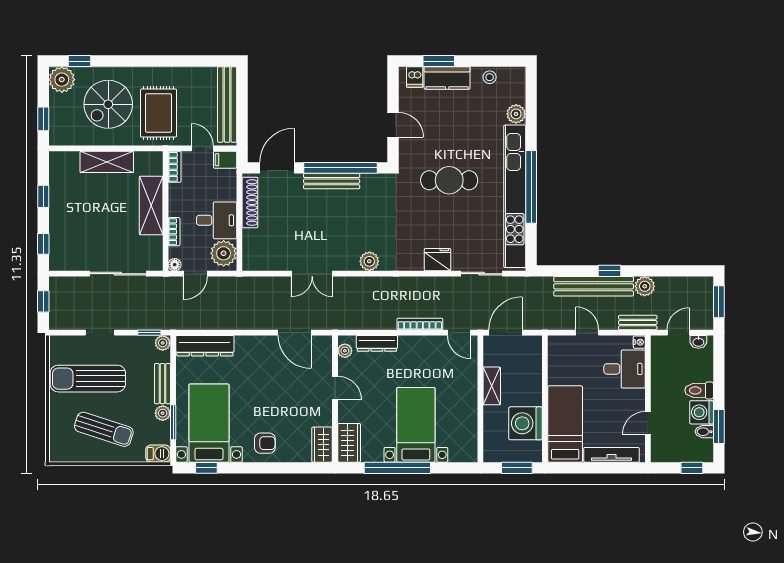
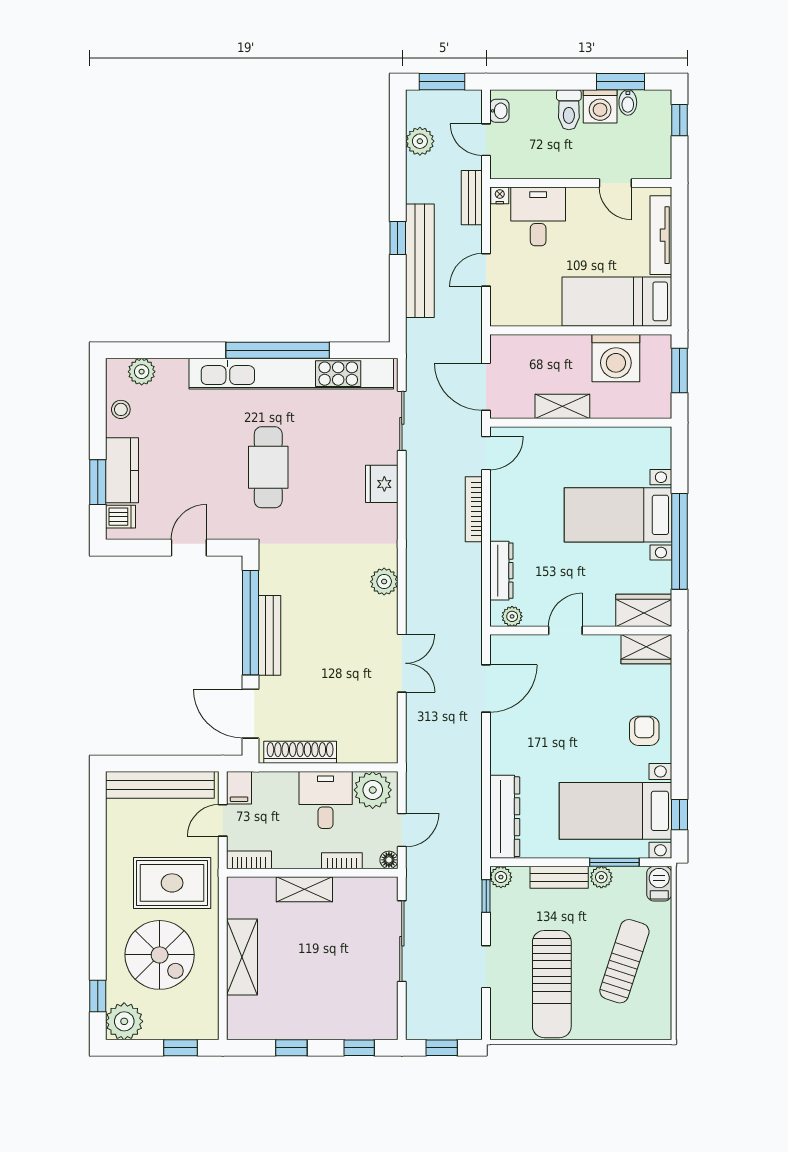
plant: (516, 114) -> (142, 372), moved
shelving: (151, 206) -> (304, 889), width x0.67, depth x0.75
door: (196, 274) -> (402, 830), hinge flipped
plant: (645, 286) -> (420, 141), moved

